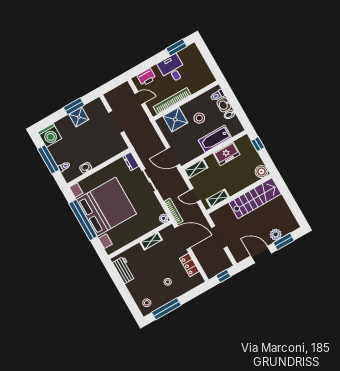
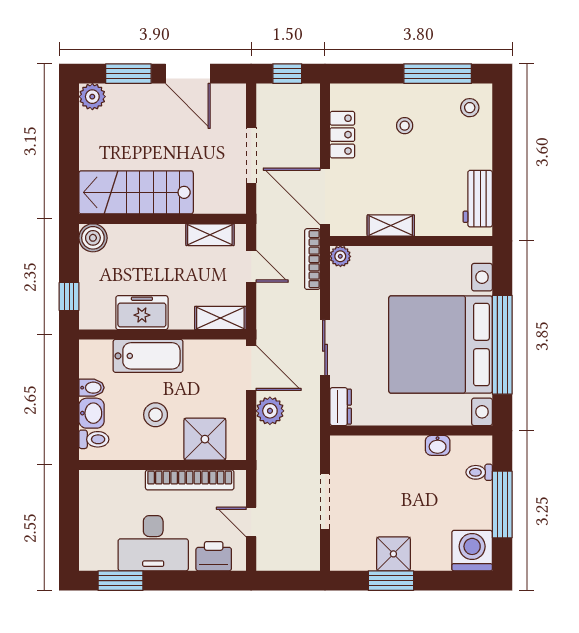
desk: (172, 69) -> (153, 543), width x1.37
plant: (157, 144) -> (270, 411), added
plant: (276, 235) -> (92, 97), moved

